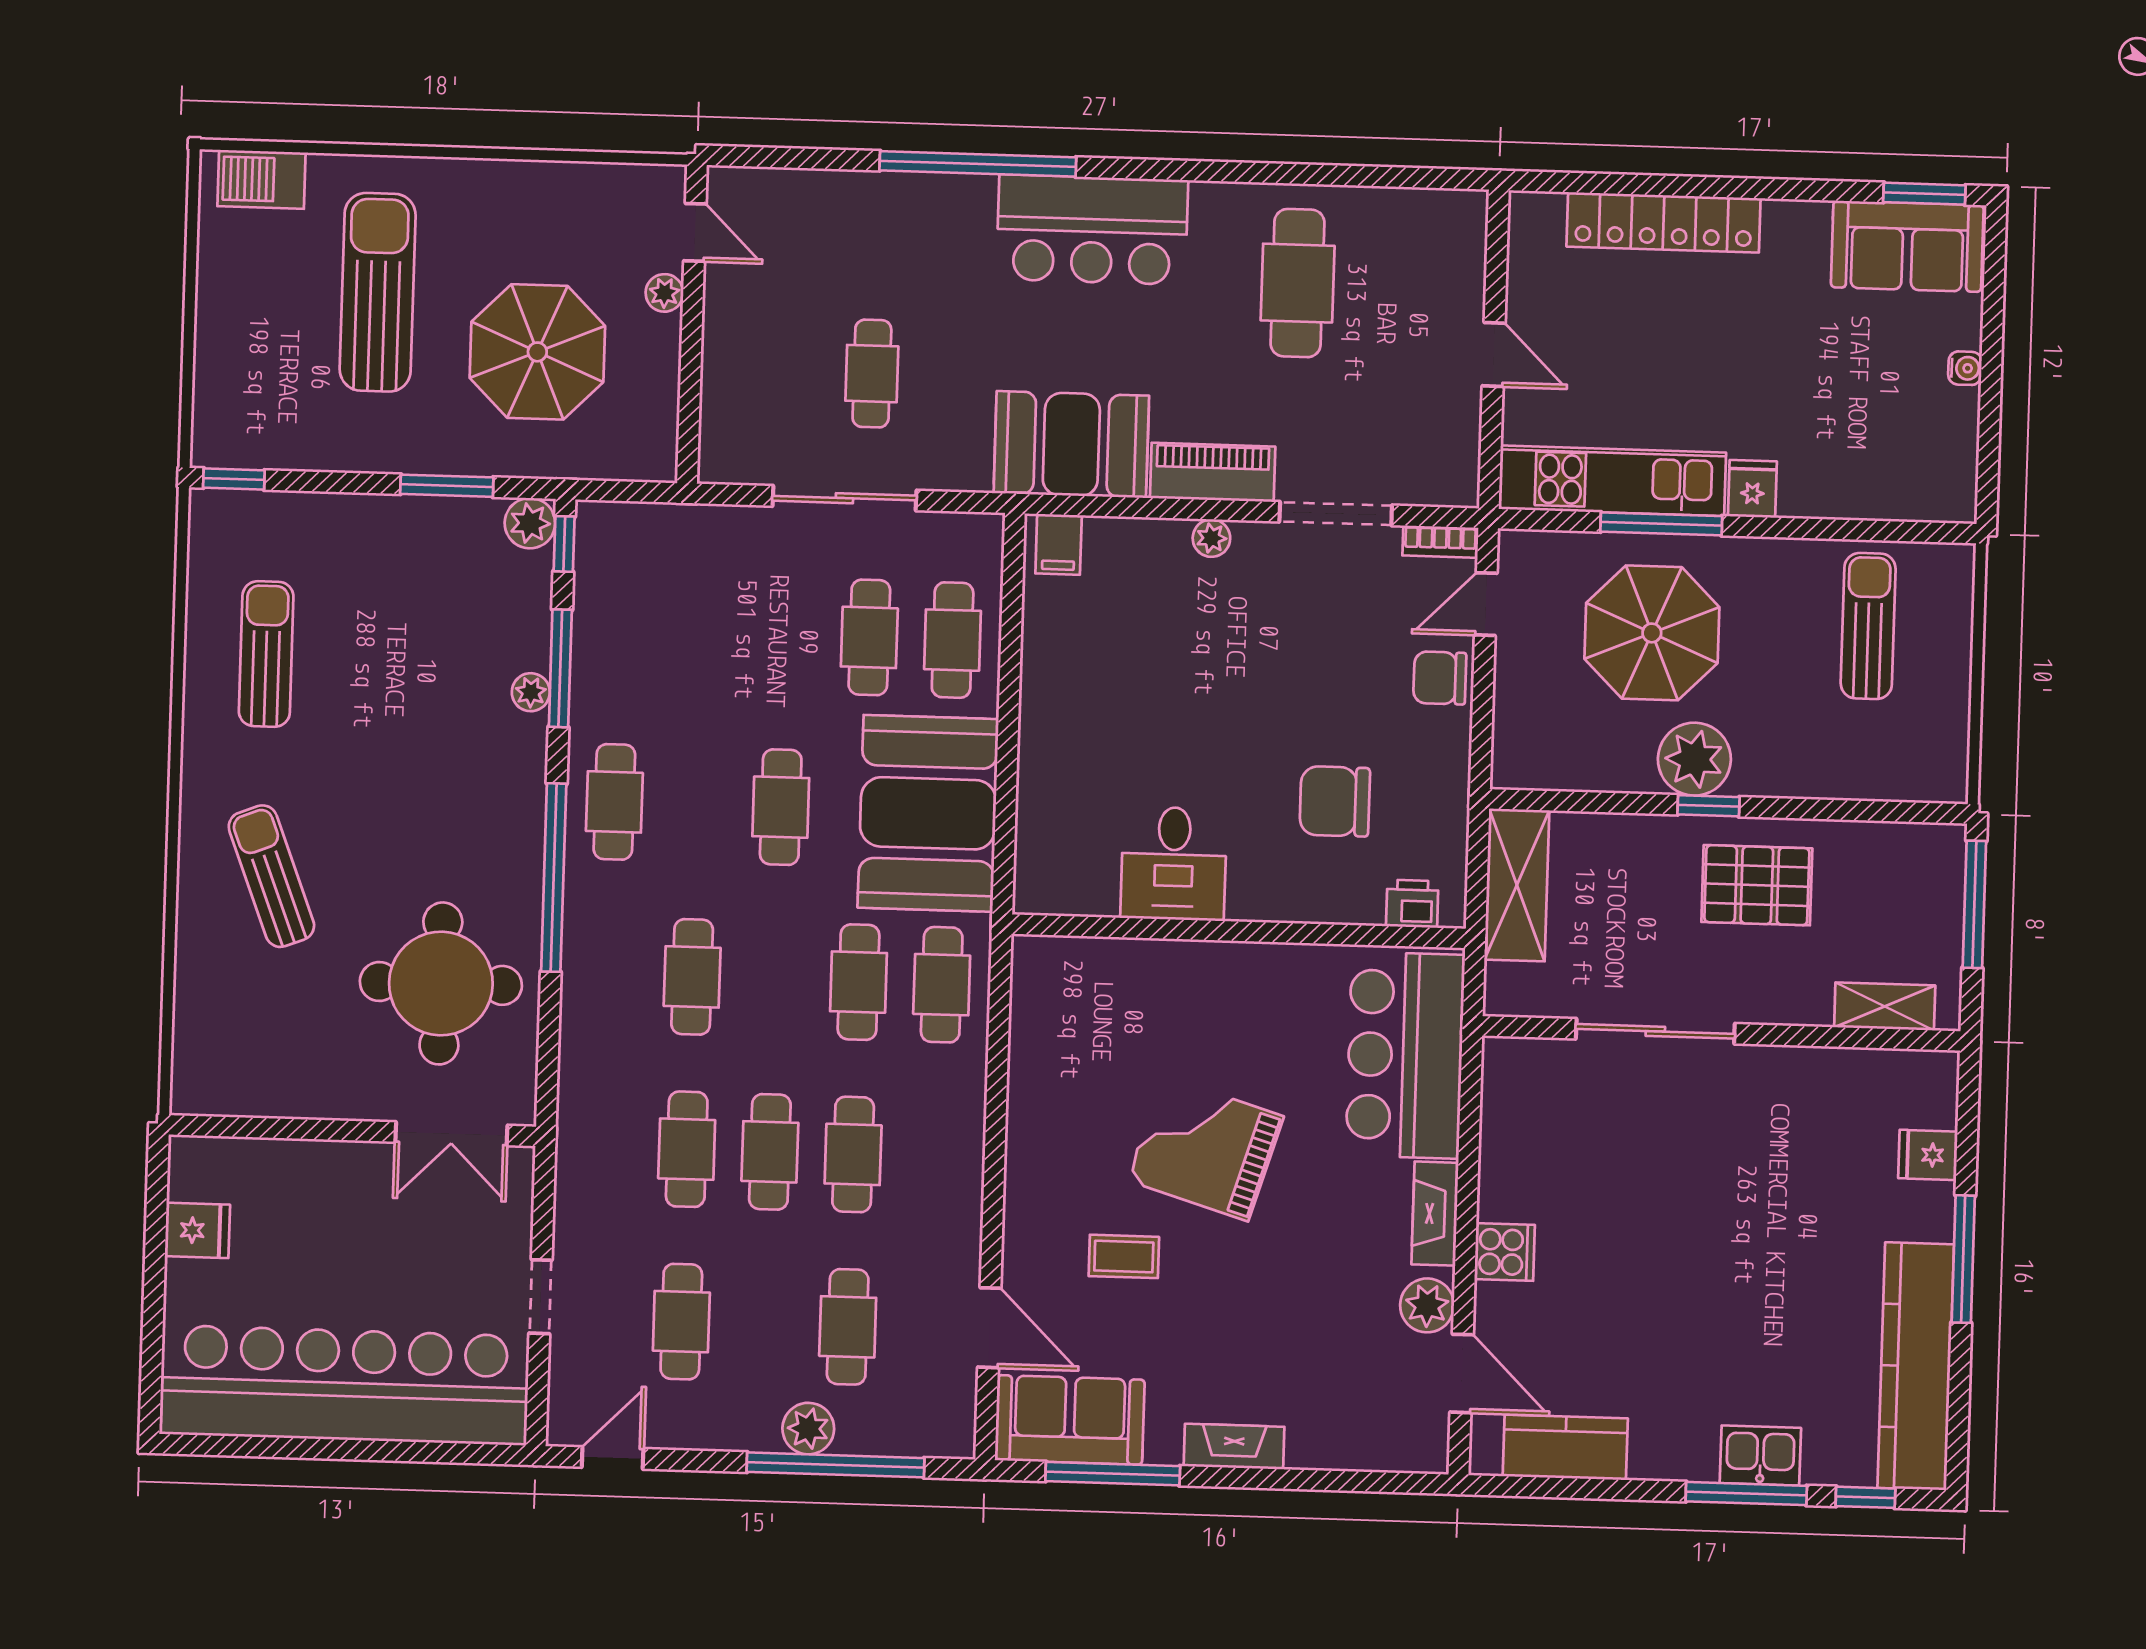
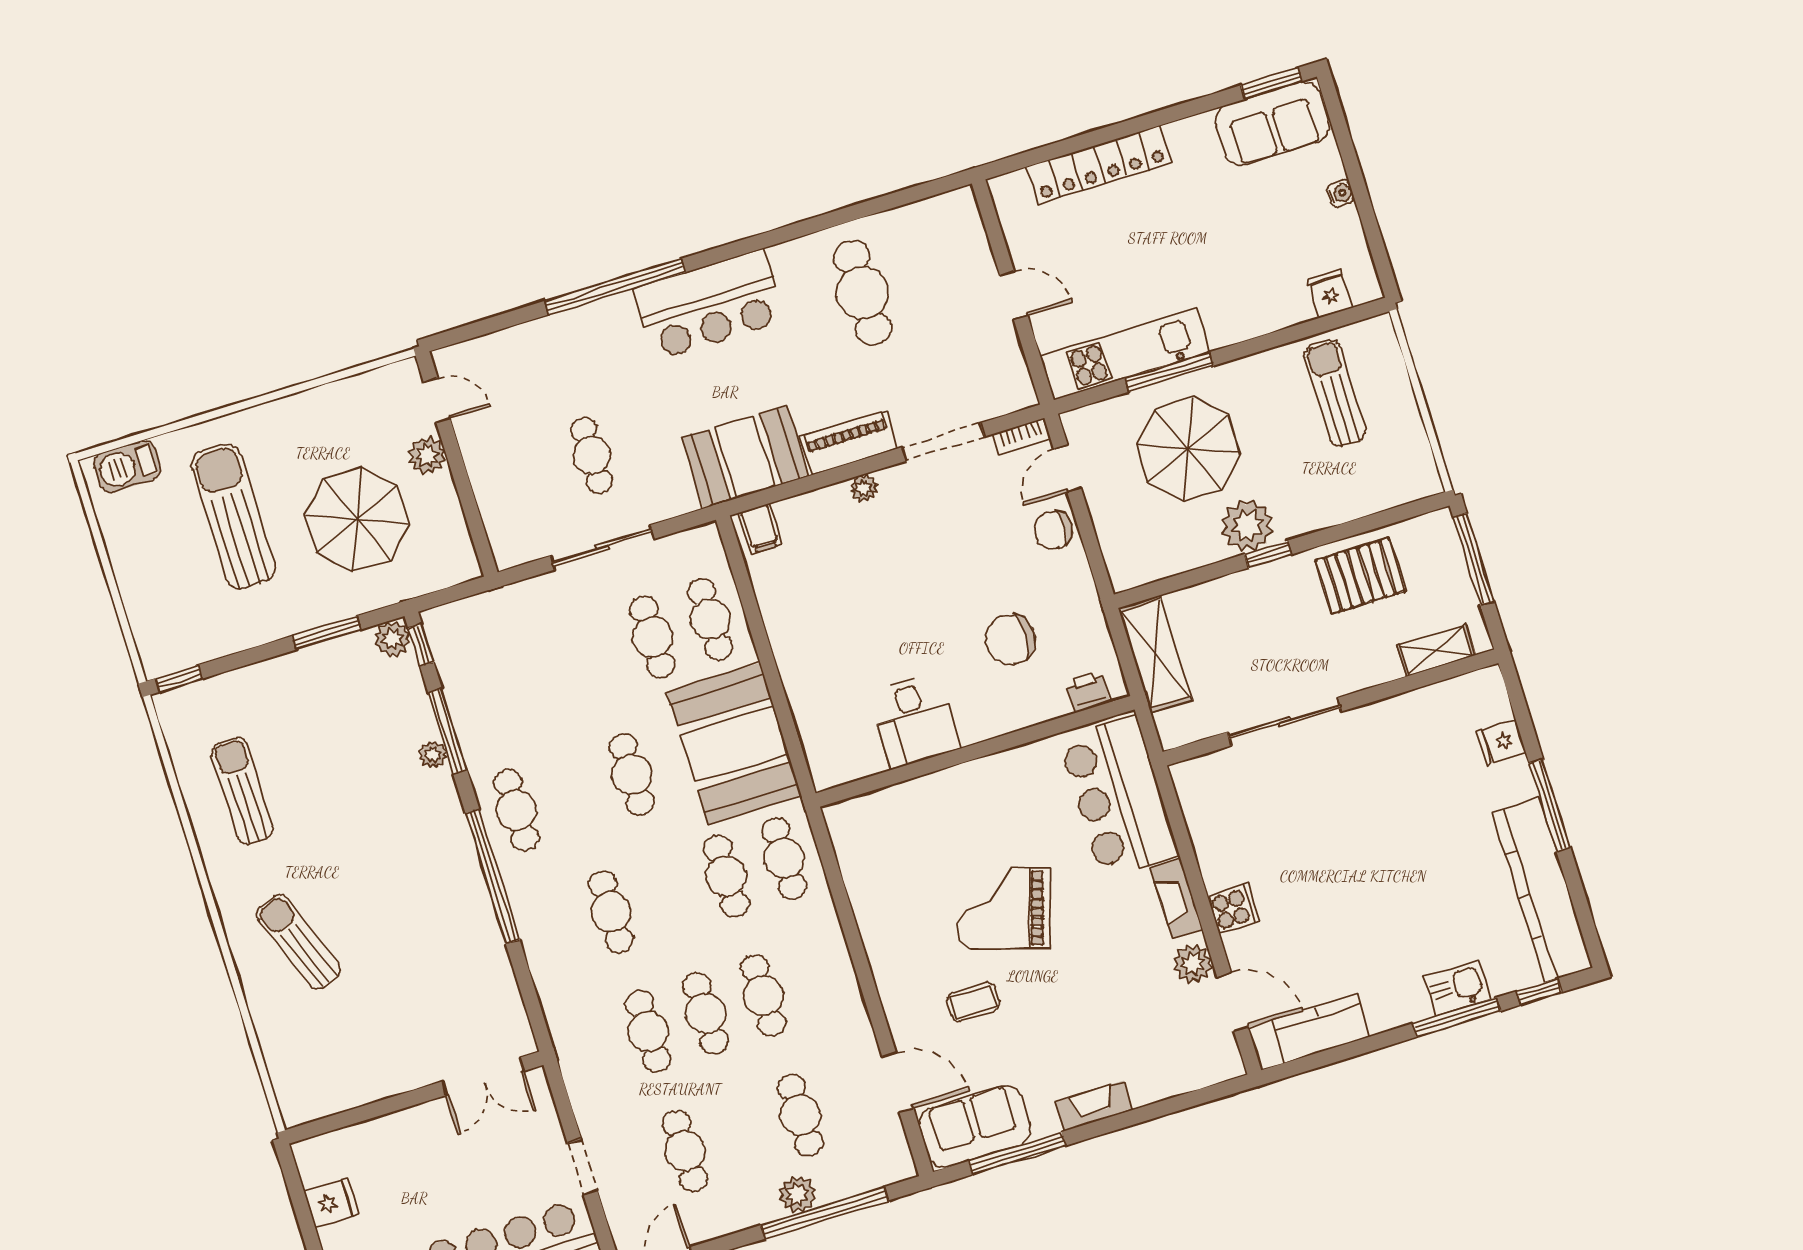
plant: (664, 293) -> (427, 455), width x1.38, depth x1.38
fridge: (1752, 489) -> (1330, 293), moved
pallet: (1757, 885) -> (1360, 576), moved
round table: (441, 983) -> (440, 976), removed

